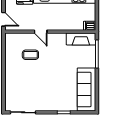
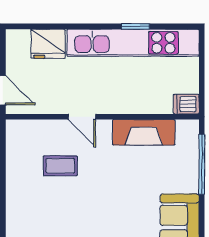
fireplace: (81, 39) -> (144, 132), moved

